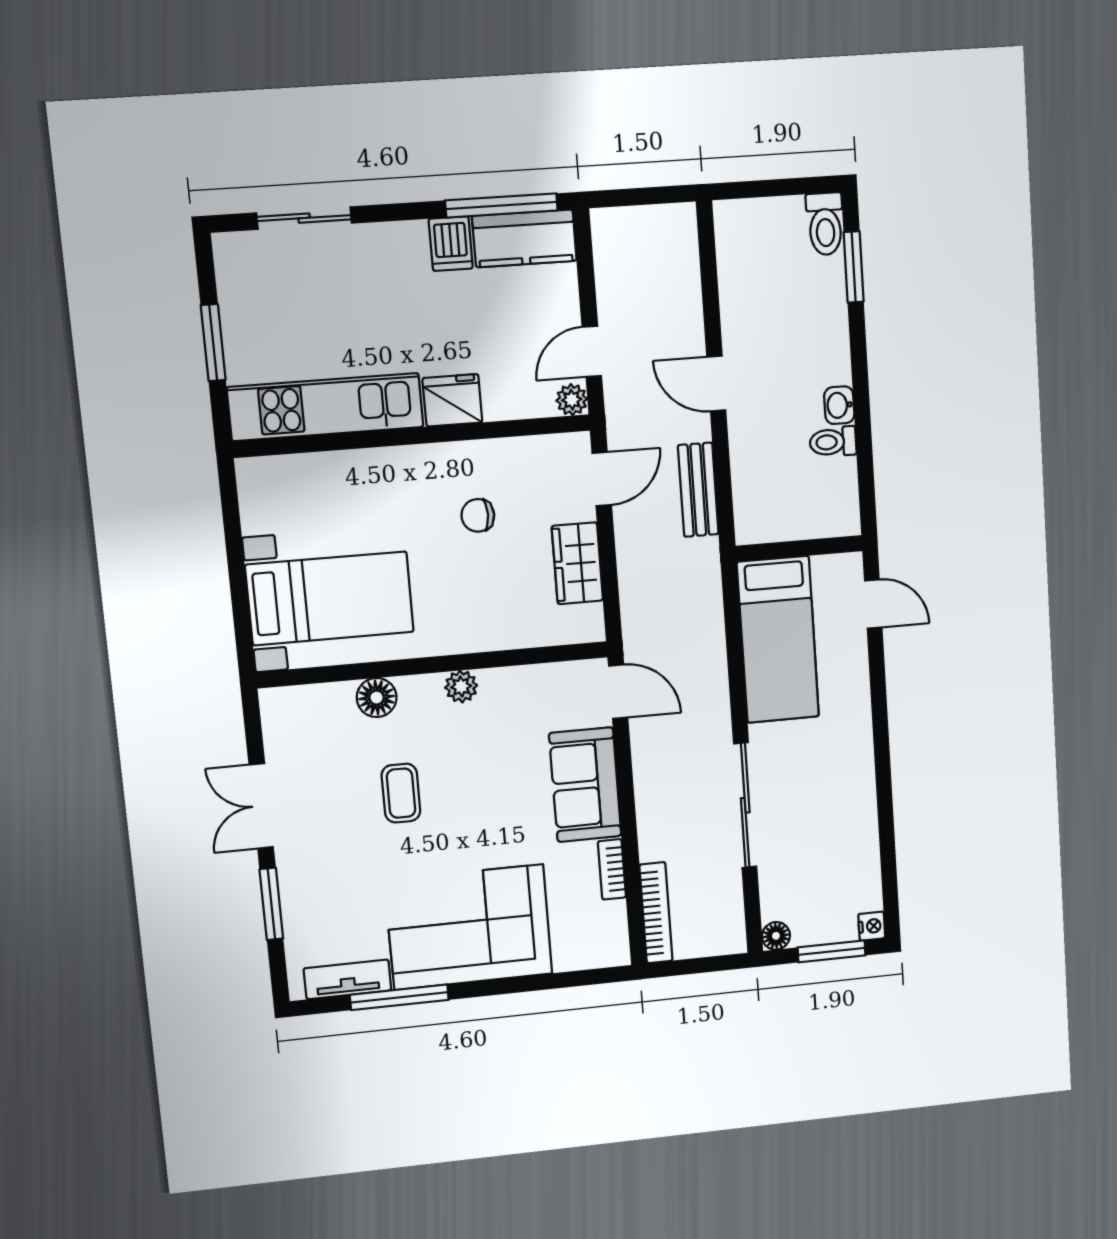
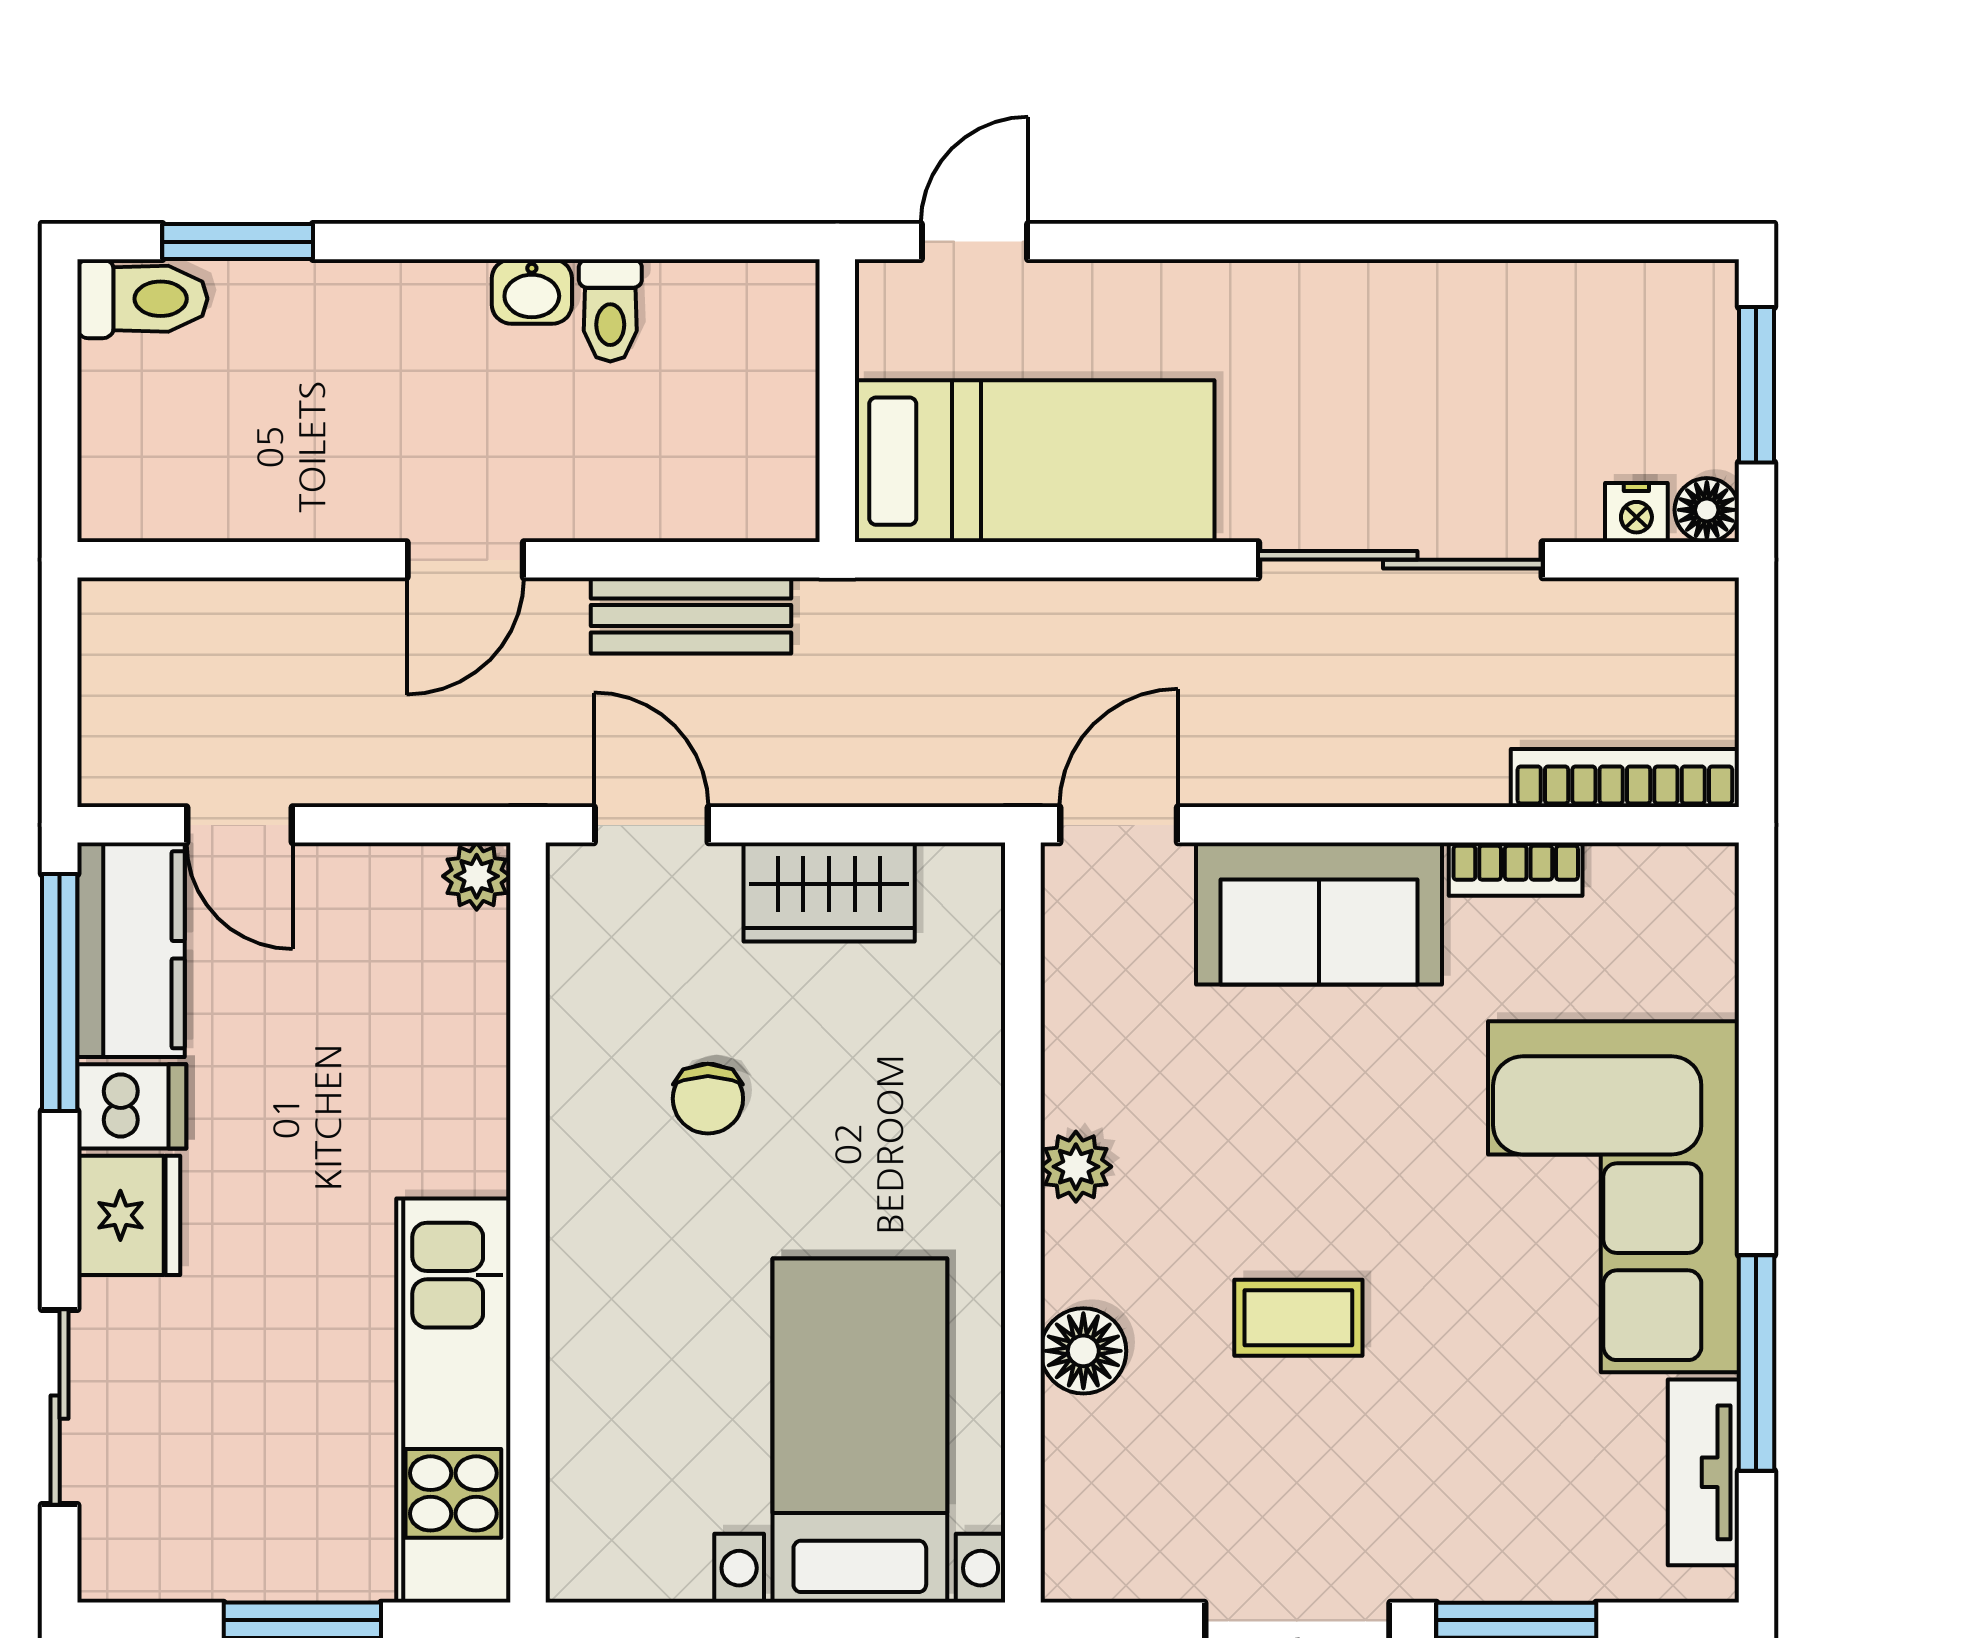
door: (592, 351) -> (239, 825), moved
fridge: (452, 400) -> (129, 1215), moved, turned 180
nightstand: (872, 926) -> (1636, 512), moved, turned 180

